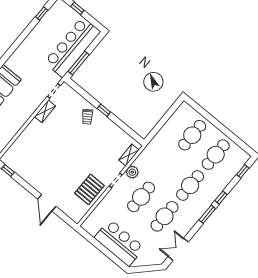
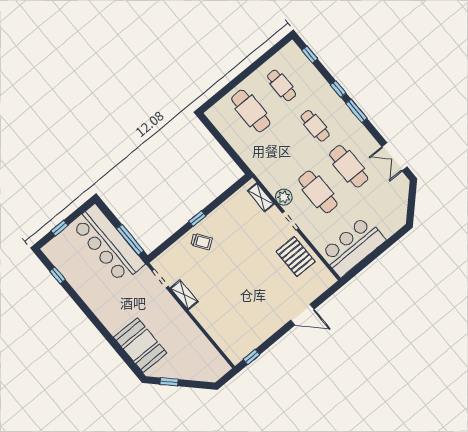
cafe table: (216, 155) -> (282, 85), width x0.73, depth x0.74
cafe table: (190, 185) -> (315, 126), width x0.73, depth x0.74
bar counter: (119, 243) -> (353, 246), moved

